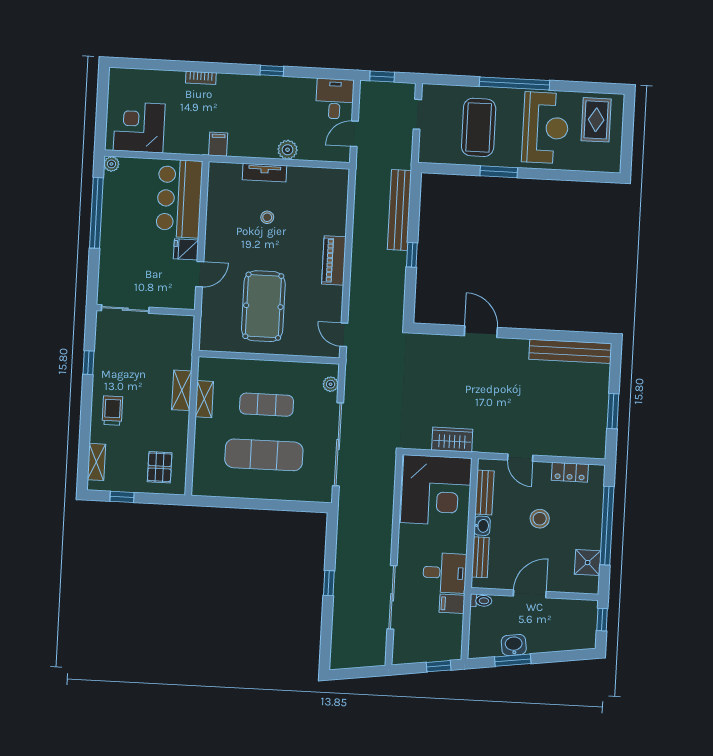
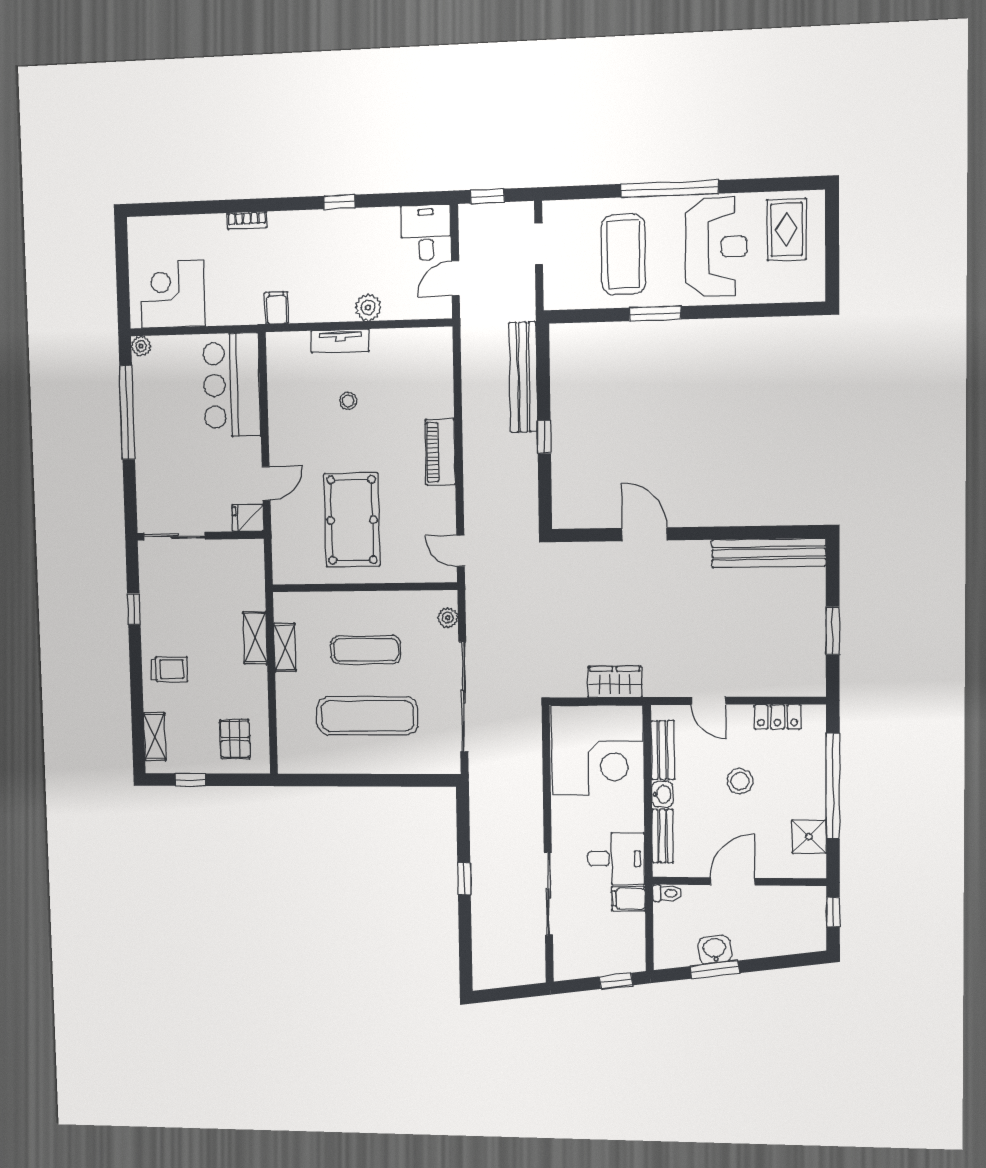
fridge: (186, 249) -> (248, 518), moved
trolley: (112, 411) -> (169, 669), turned 90

